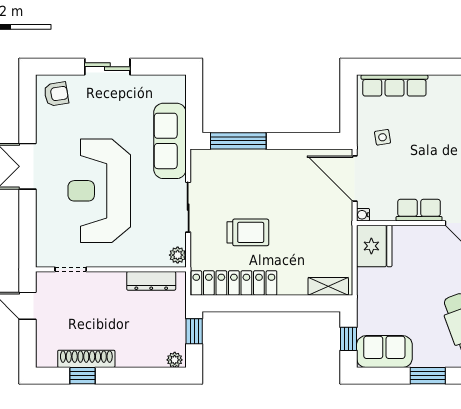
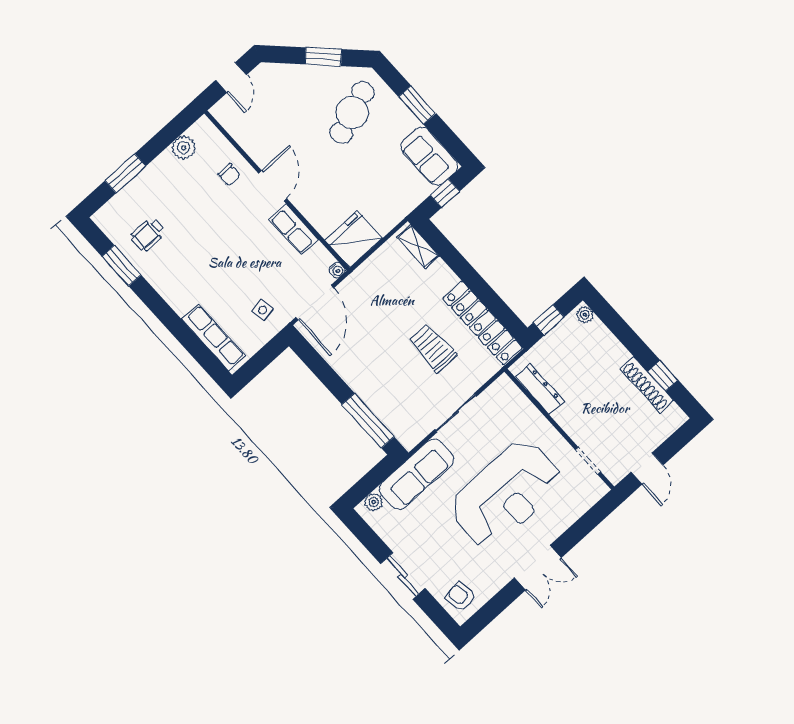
plant: (178, 255) -> (374, 502), moved

